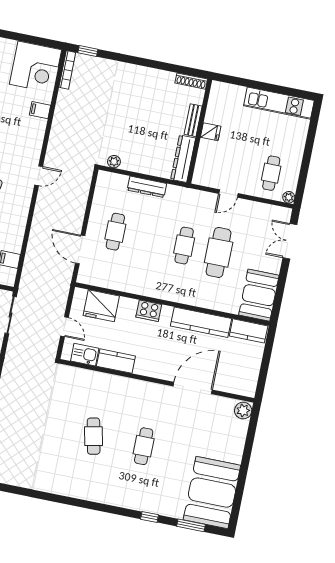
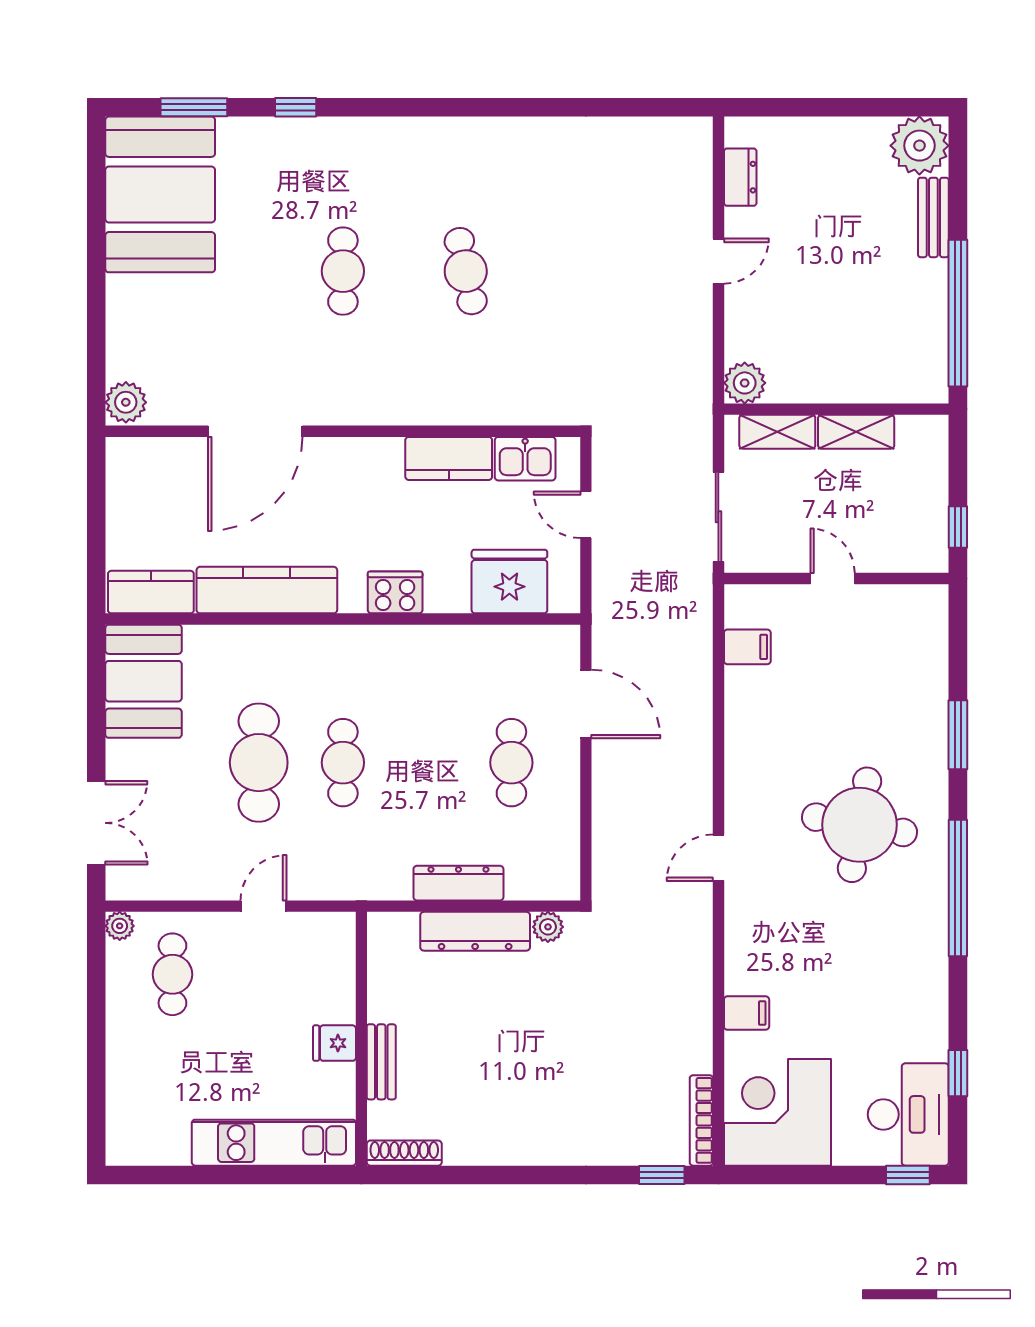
kitchen unit: (279, 103) -> (274, 1143), moved
dresser: (183, 159) -> (475, 931), moved, turned 90

